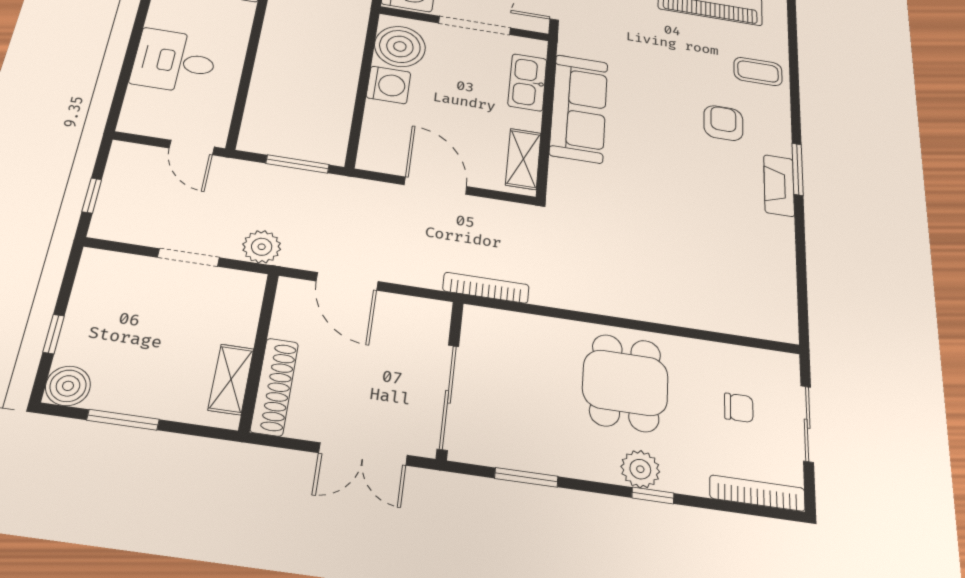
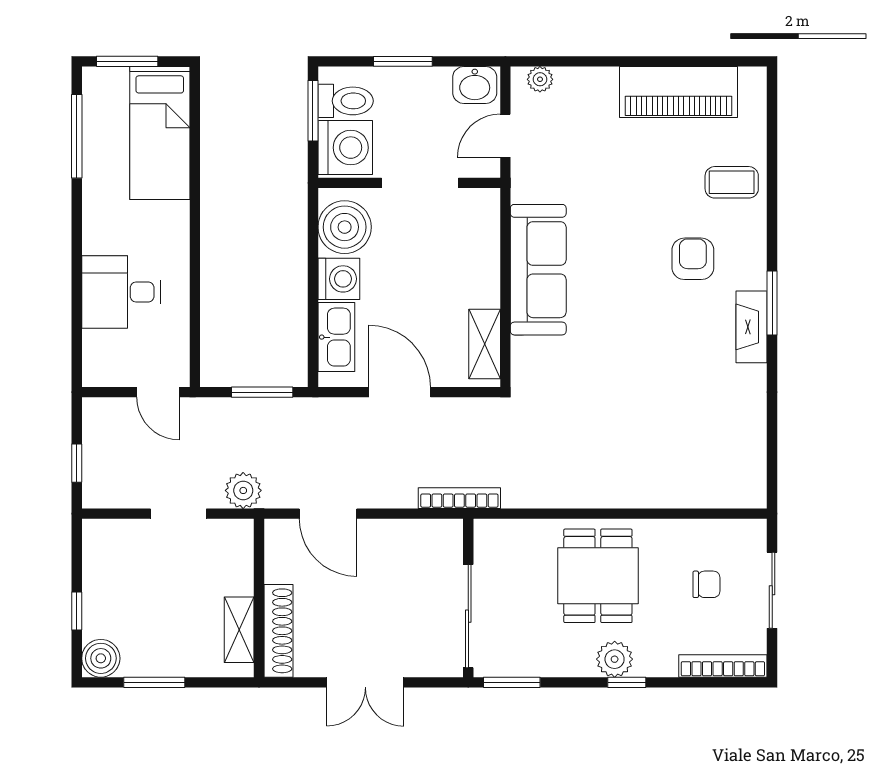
kitchen sink: (527, 82) -> (336, 337), moved, turned 180
wall: (450, 379) -> (468, 598), moved
sliding door: (448, 397) -> (468, 616), moved

